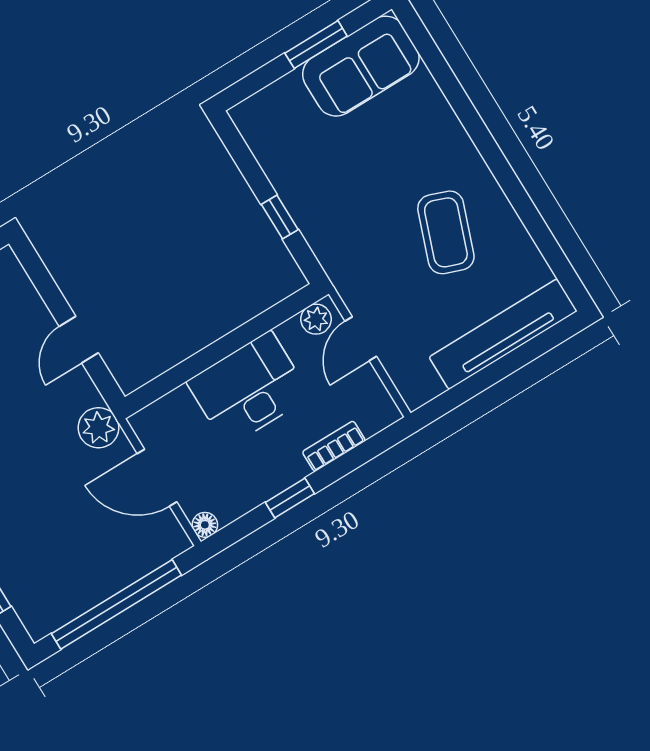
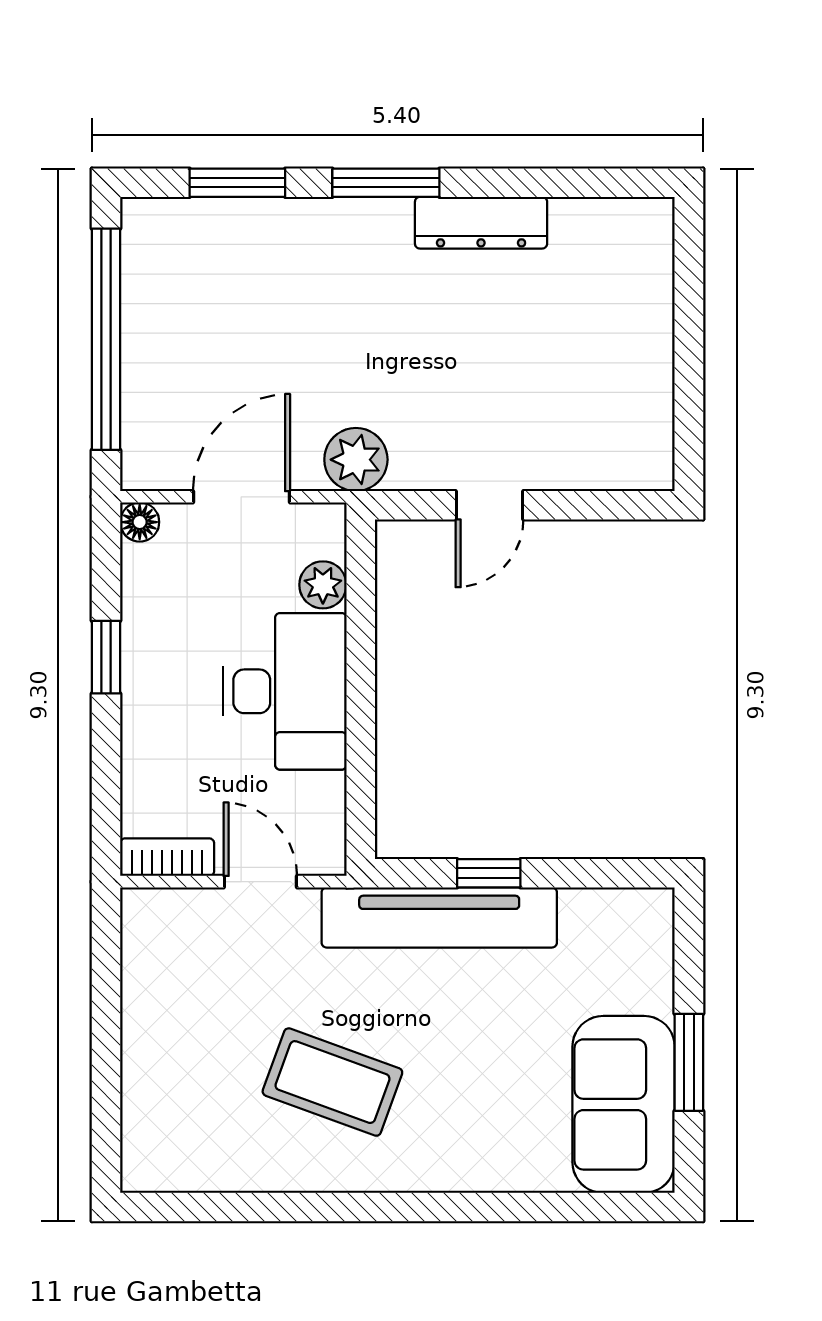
plant: (316, 319) -> (323, 585), moved
tv unit: (503, 334) -> (439, 917), moved, turned 90
door: (79, 340) -> (489, 505), swing flipped
bookcase: (334, 446) -> (167, 857), moved, turned -90

